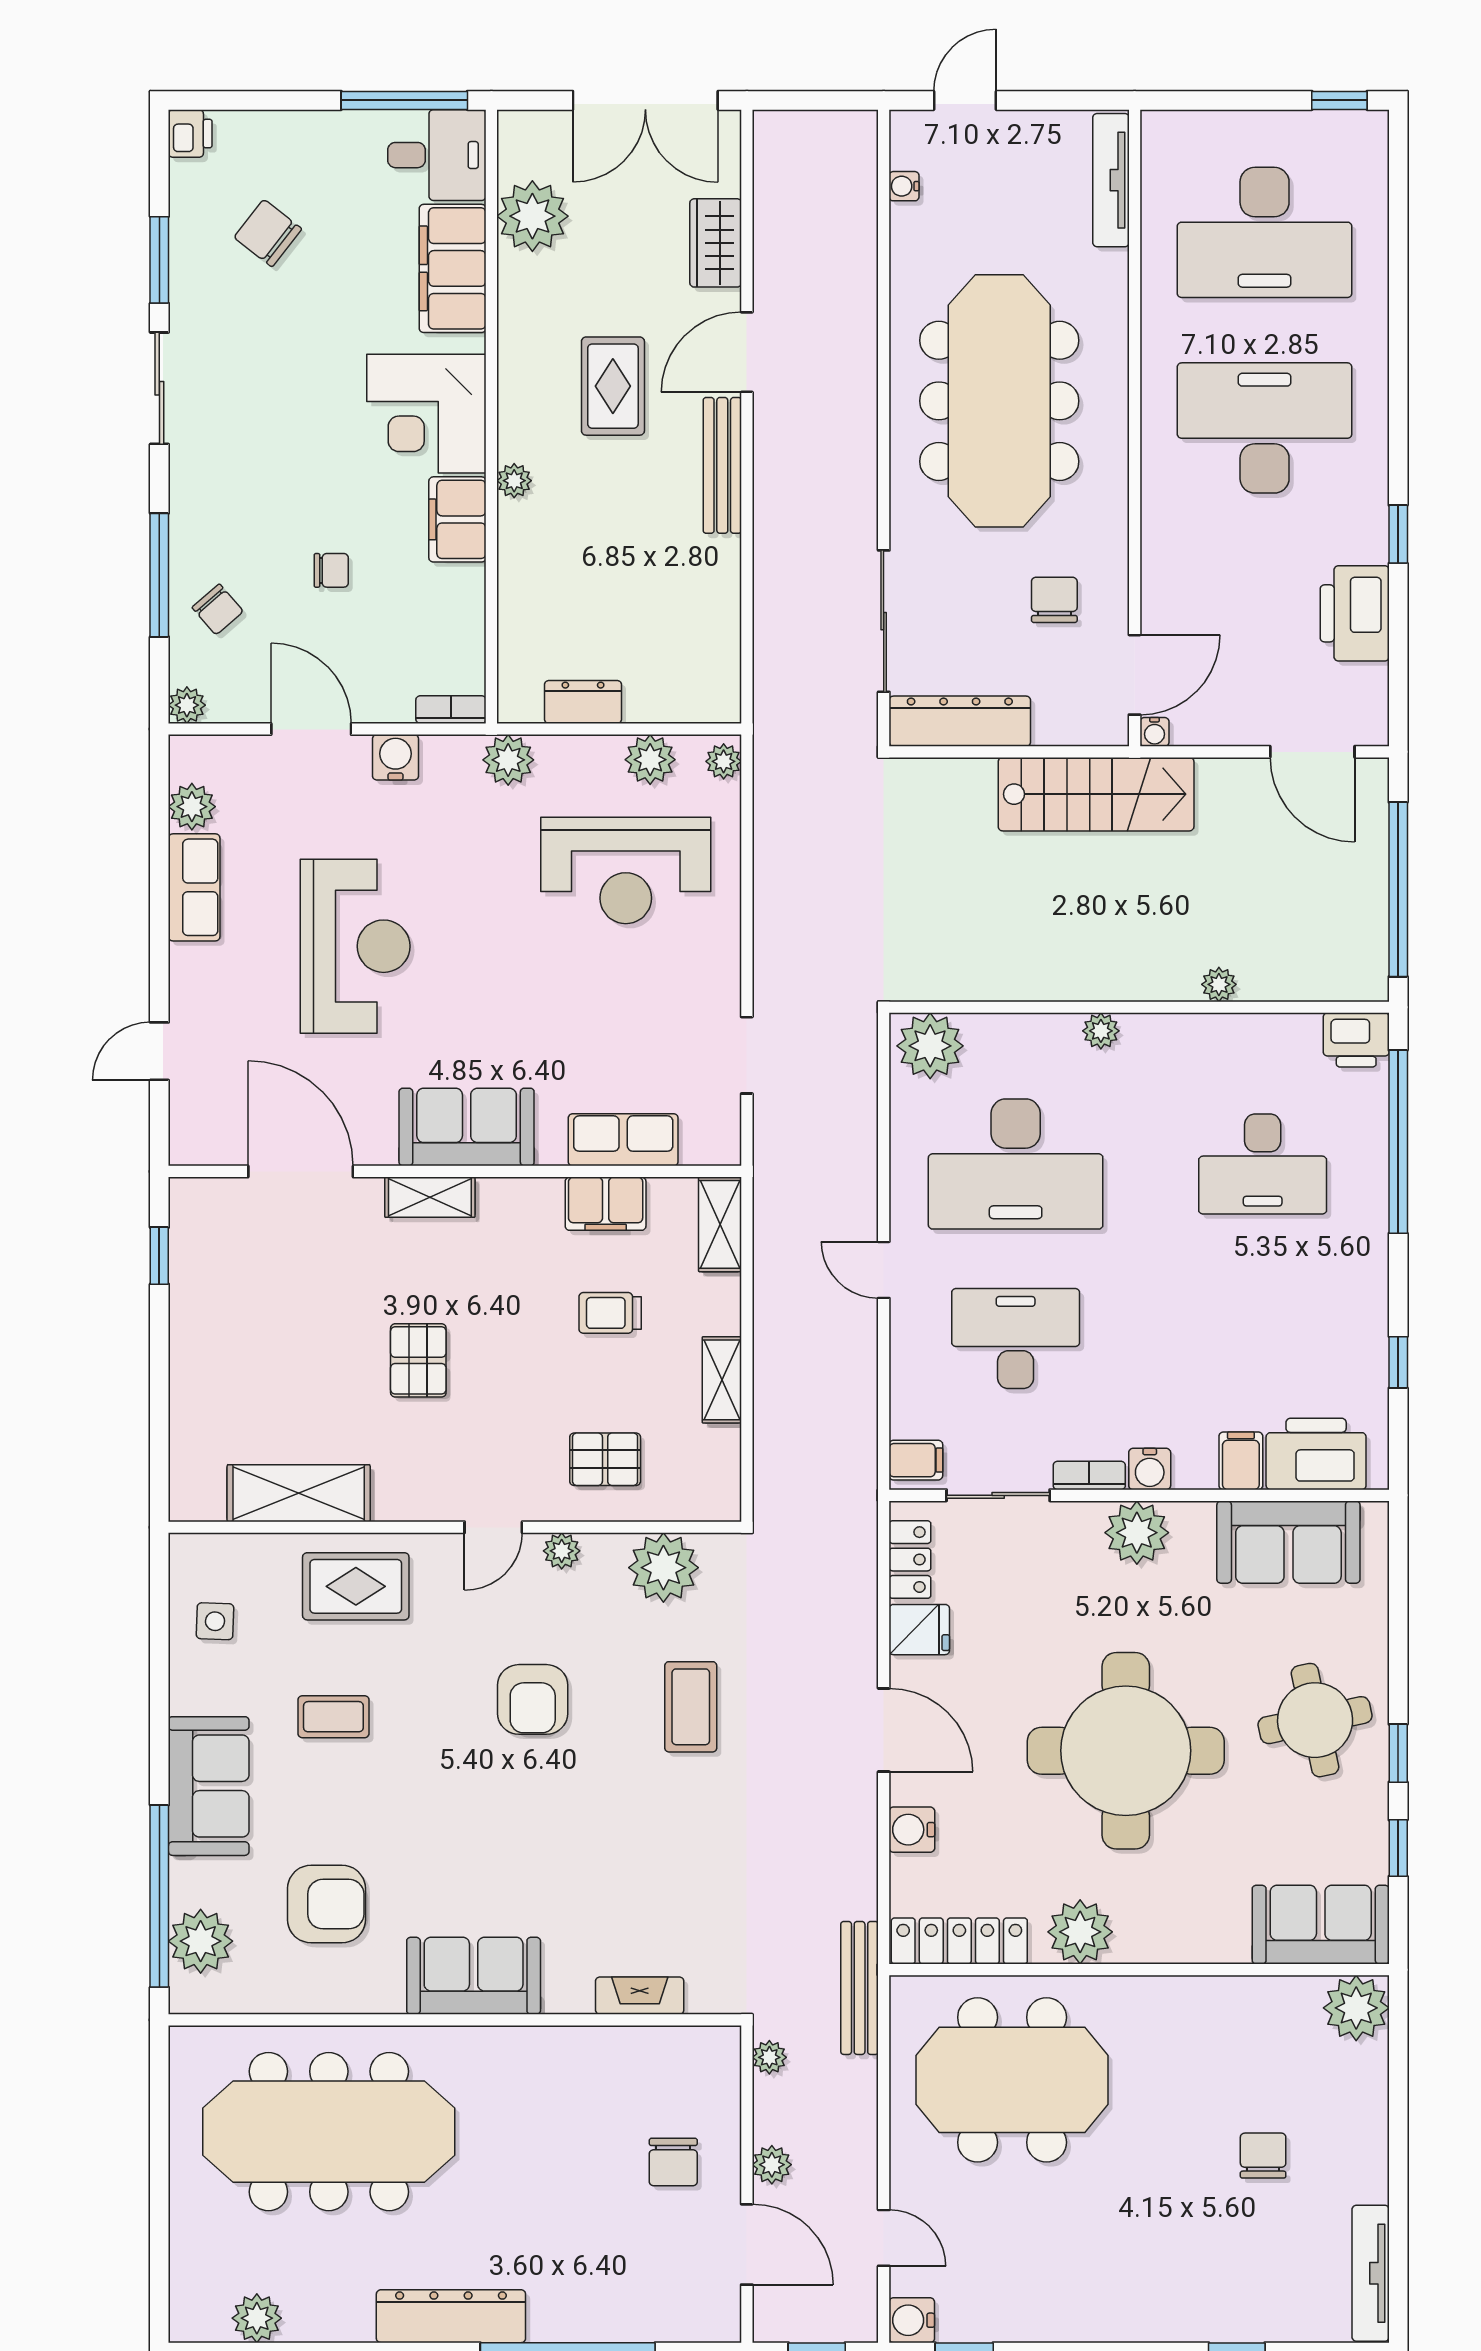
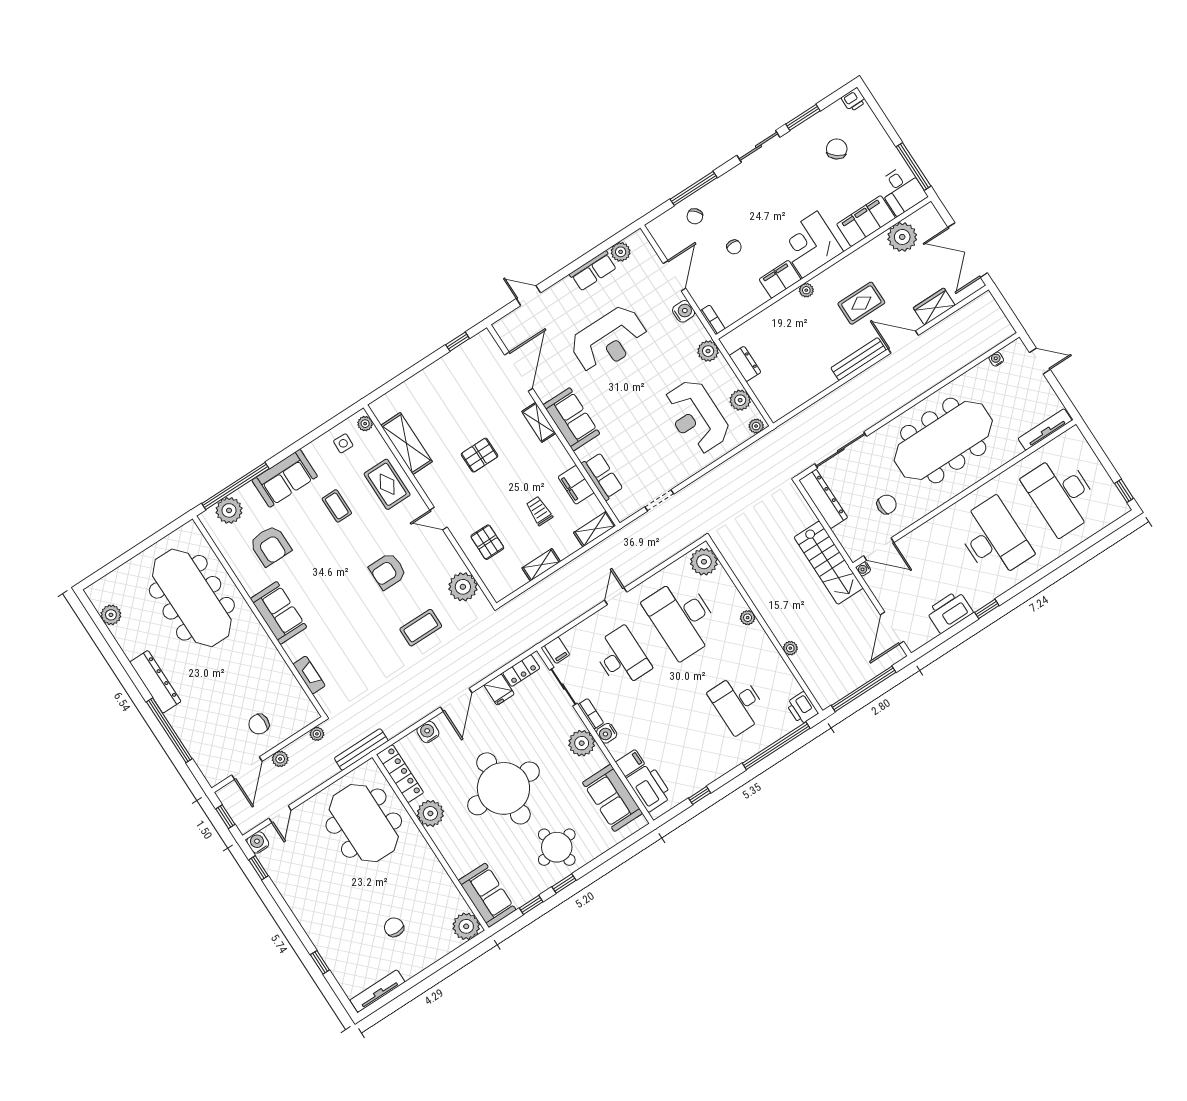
plant: (187, 705) -> (655, 227), removed
plant: (562, 1551) -> (365, 424), moved
chair: (1263, 2156) -> (394, 927), turned -90

